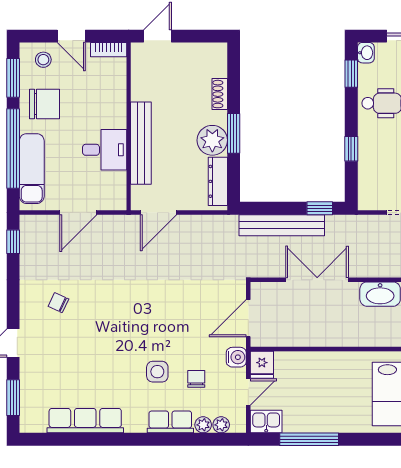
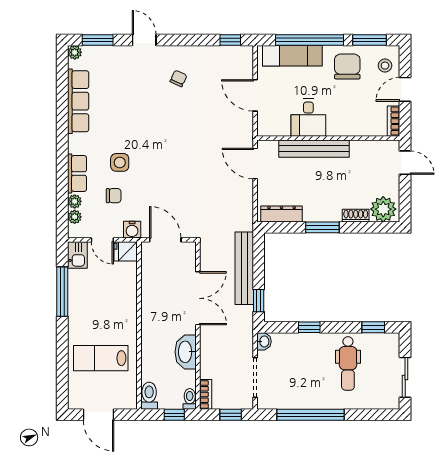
washbasin: (366, 53) -> (264, 341), moved, turned -90
chair: (44, 104) -> (347, 66), turned 180
plant: (212, 140) -> (383, 209), moved
plant: (28, 425) -> (75, 52), added

